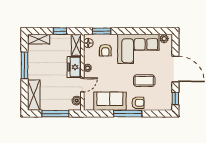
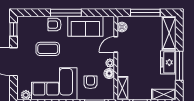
floor lamp: (88, 43) -> (109, 73), moved
freezer: (74, 67) -> (168, 62), moved, turned 180

